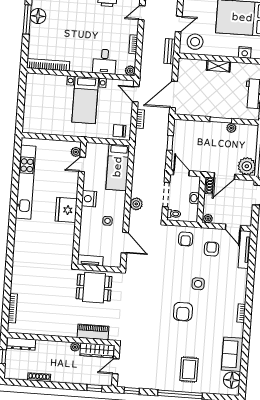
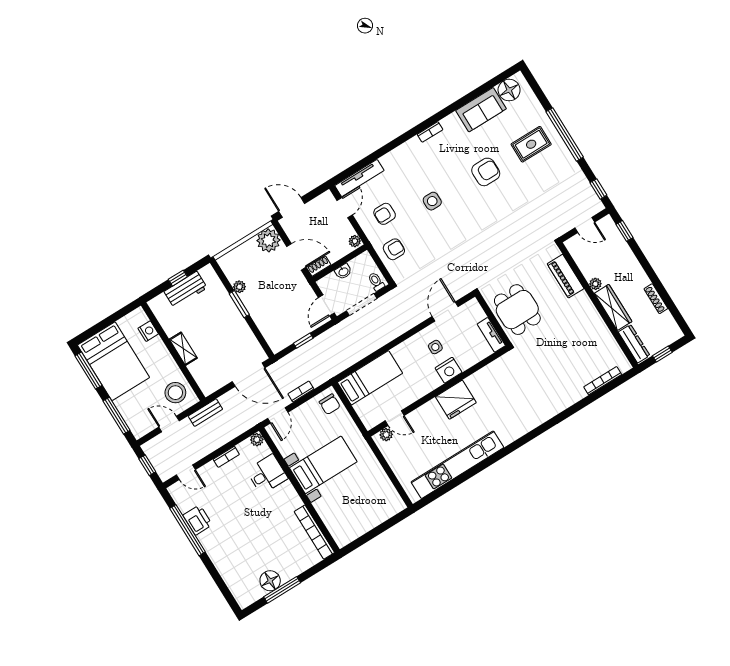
nightstand: (89, 199) -> (449, 370), moved
plant: (136, 204) -> (395, 329), removed
armchair: (183, 312) -> (486, 172), moved
wardrobe: (97, 350) -> (613, 307), moved

